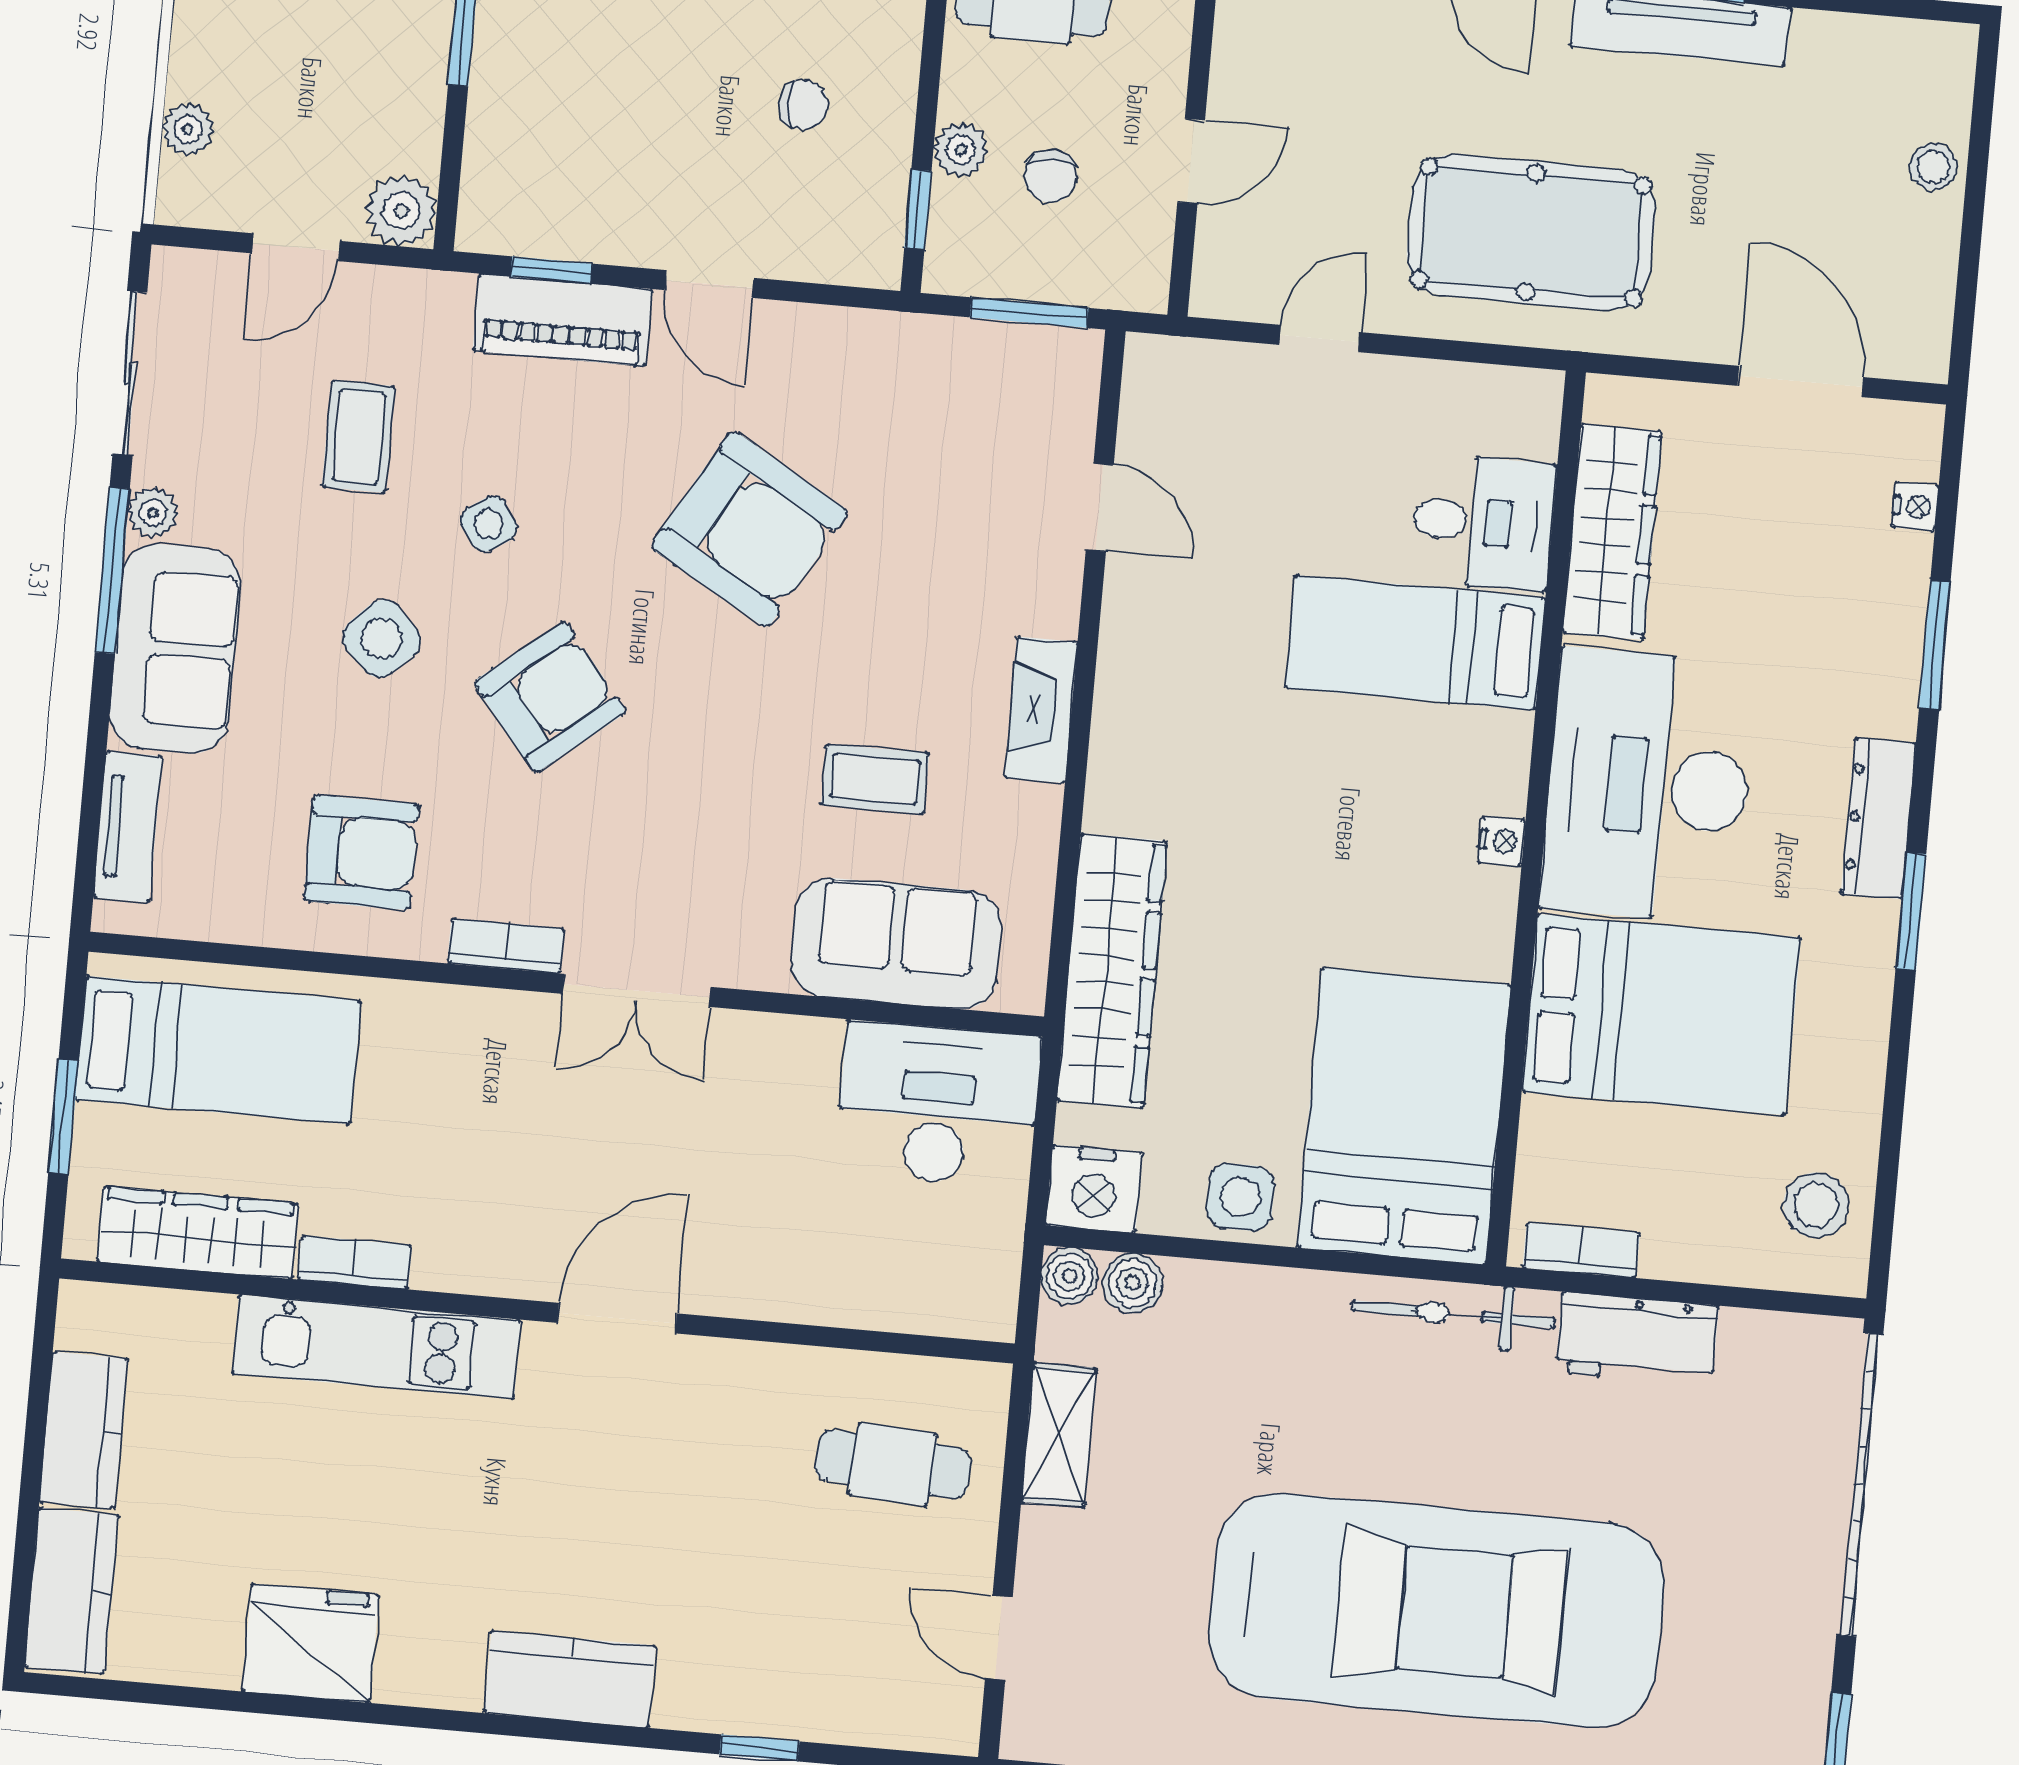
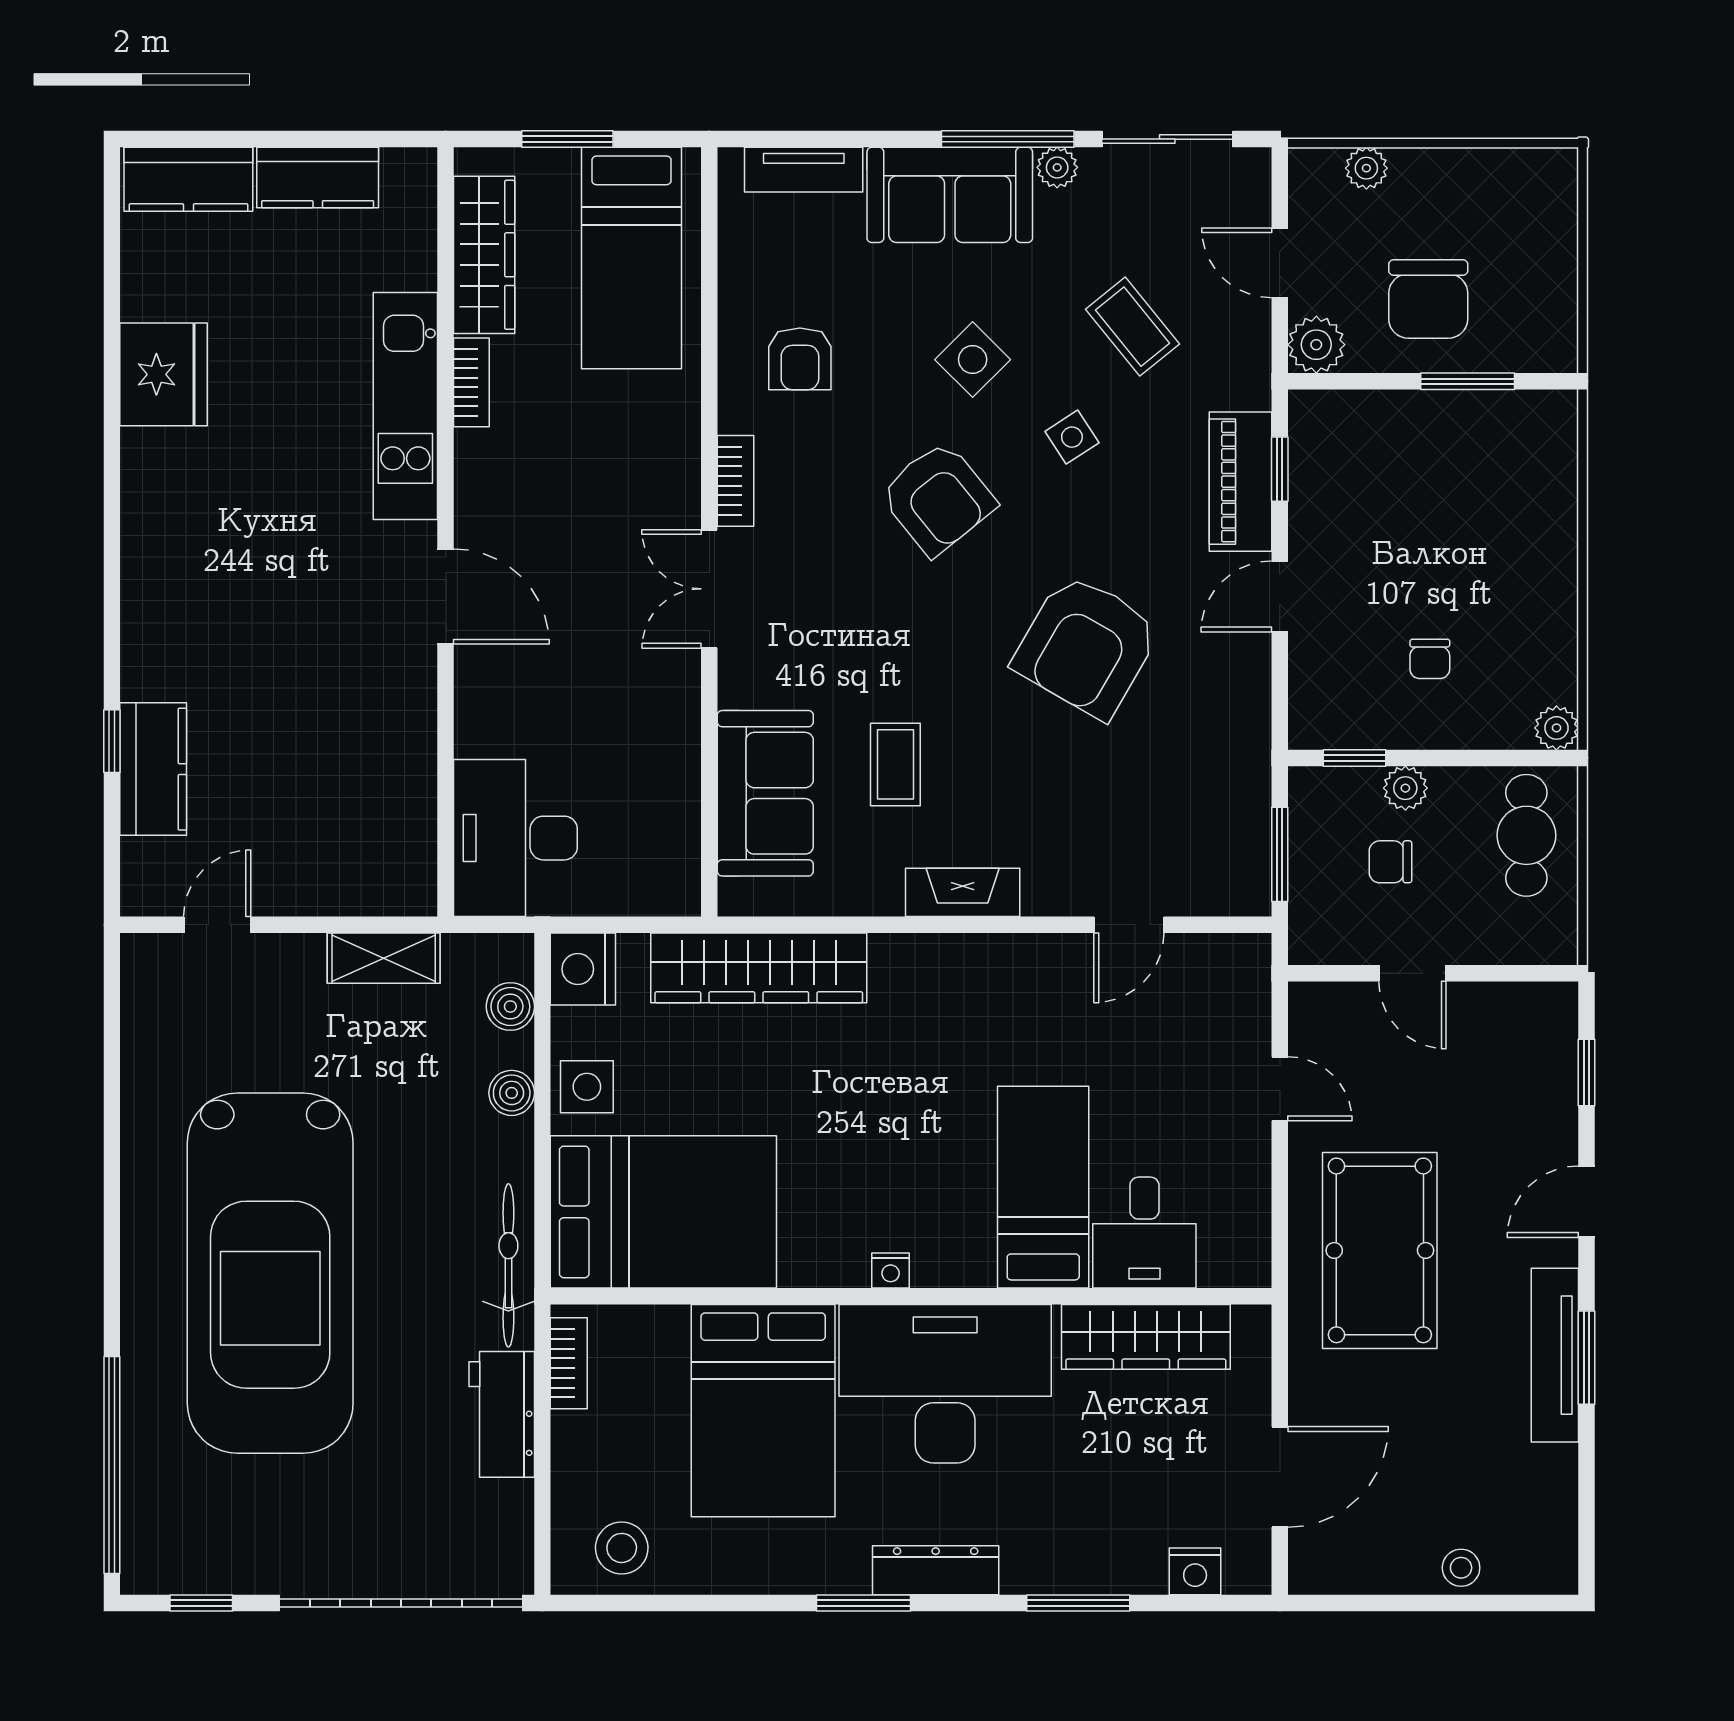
chair: (357, 67) -> (1428, 299), added
coffee table: (358, 437) -> (1133, 327), turned 51
nightstand: (1915, 506) -> (1195, 1571), width x1.39, depth x1.35
armchair: (362, 853) -> (800, 359), width x0.72, depth x0.72
desk: (938, 1105) -> (515, 838), moved, turned 180
boiler: (1069, 1276) -> (512, 1093), moved
cafe table: (893, 1464) -> (348, 828), removed
kitchen counter: (570, 1679) -> (153, 769), moved

